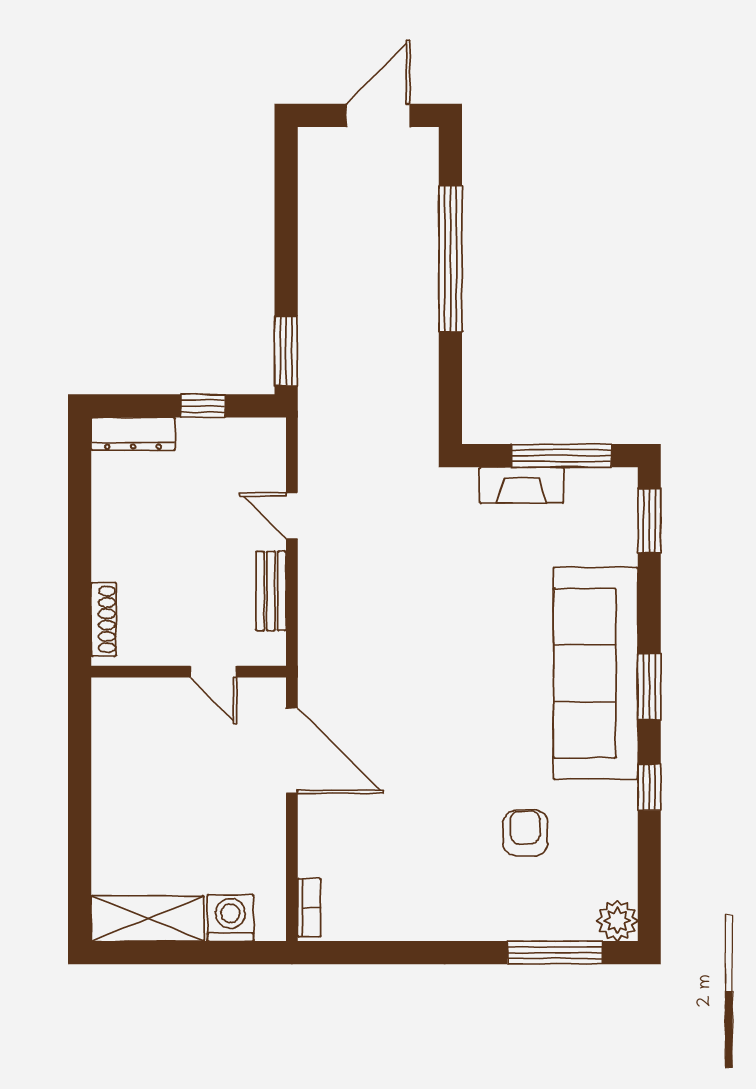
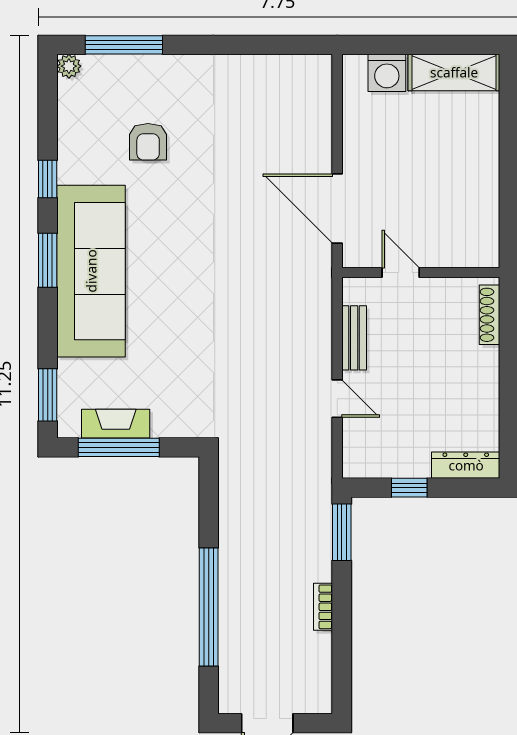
fireplace: (521, 485) -> (116, 424), moved
bookcase: (309, 908) -> (323, 607), moved
plant: (617, 921) -> (69, 66), width x0.73, depth x0.73

